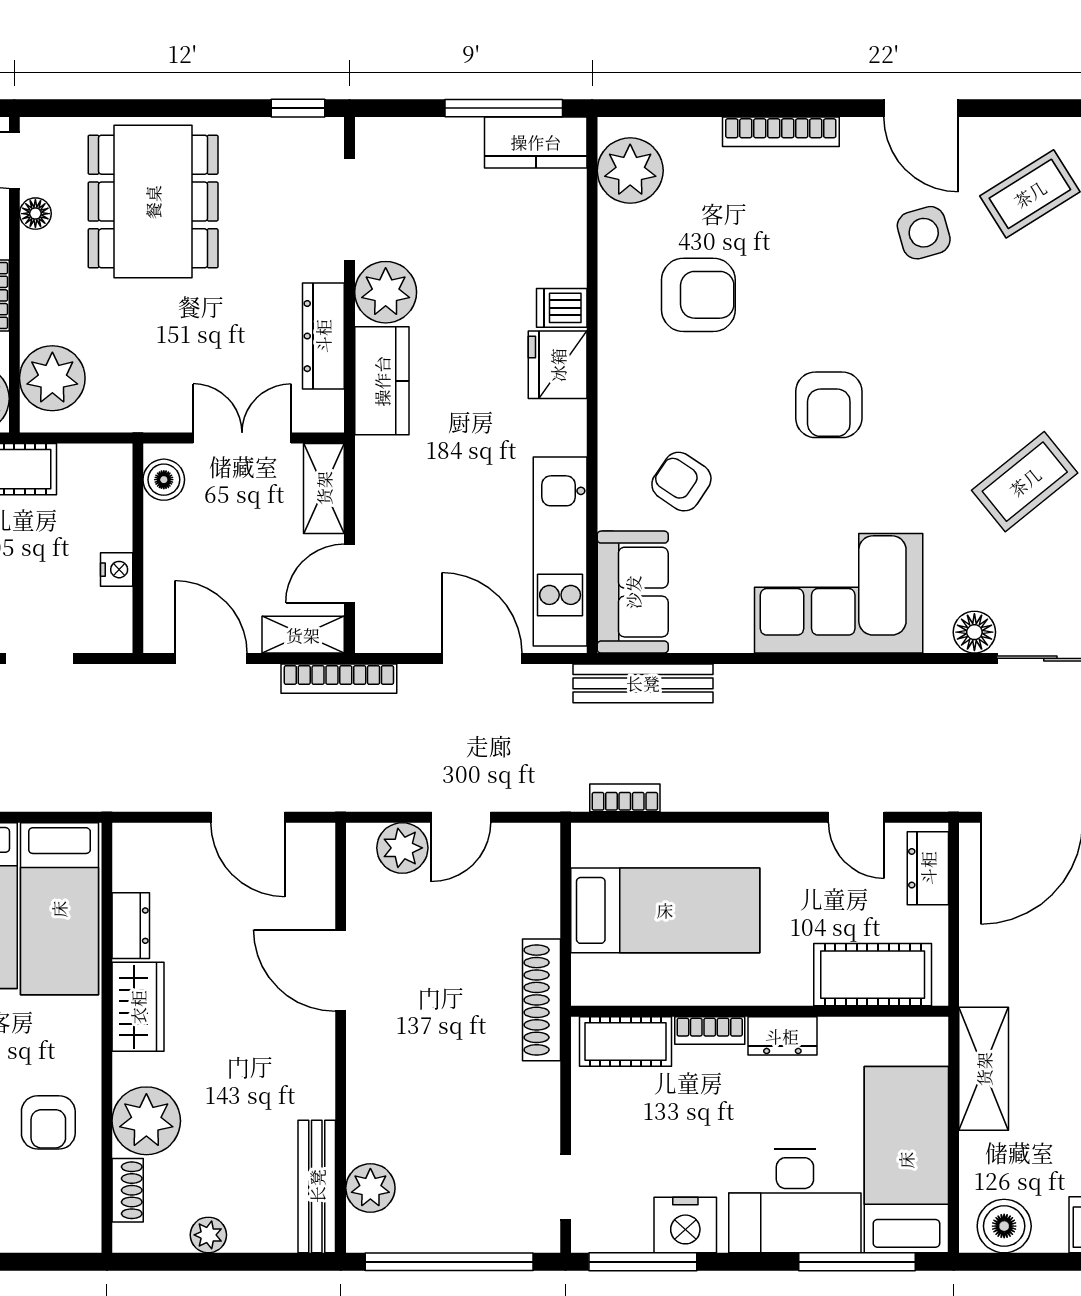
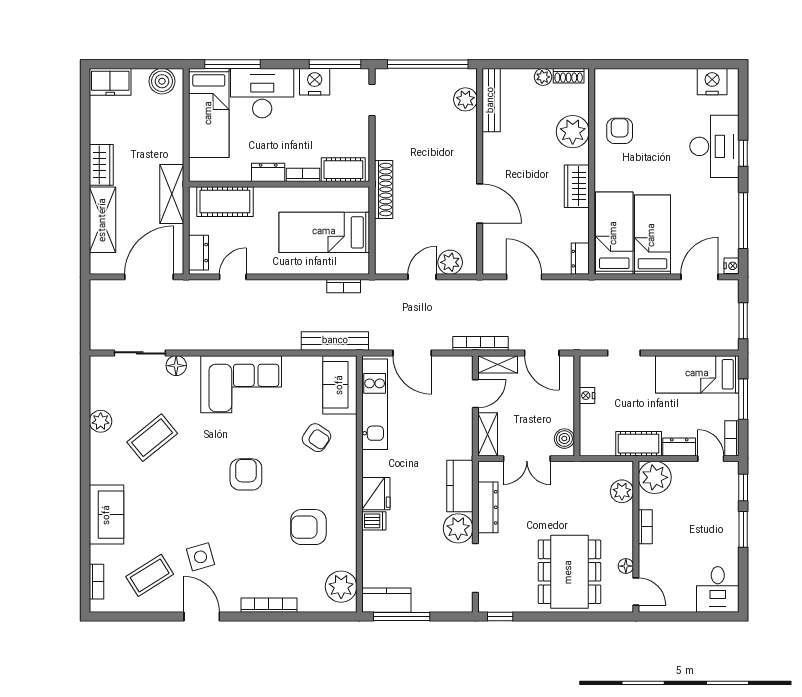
plant: (52, 378) -> (622, 491), width x0.73, depth x0.73
door: (856, 817) -> (233, 277), hinge flipped
dresser: (131, 926) -> (580, 259), moved
shelving: (984, 1069) -> (172, 194), moved
shoe rack: (128, 1190) -> (569, 76), moved, turned -90

